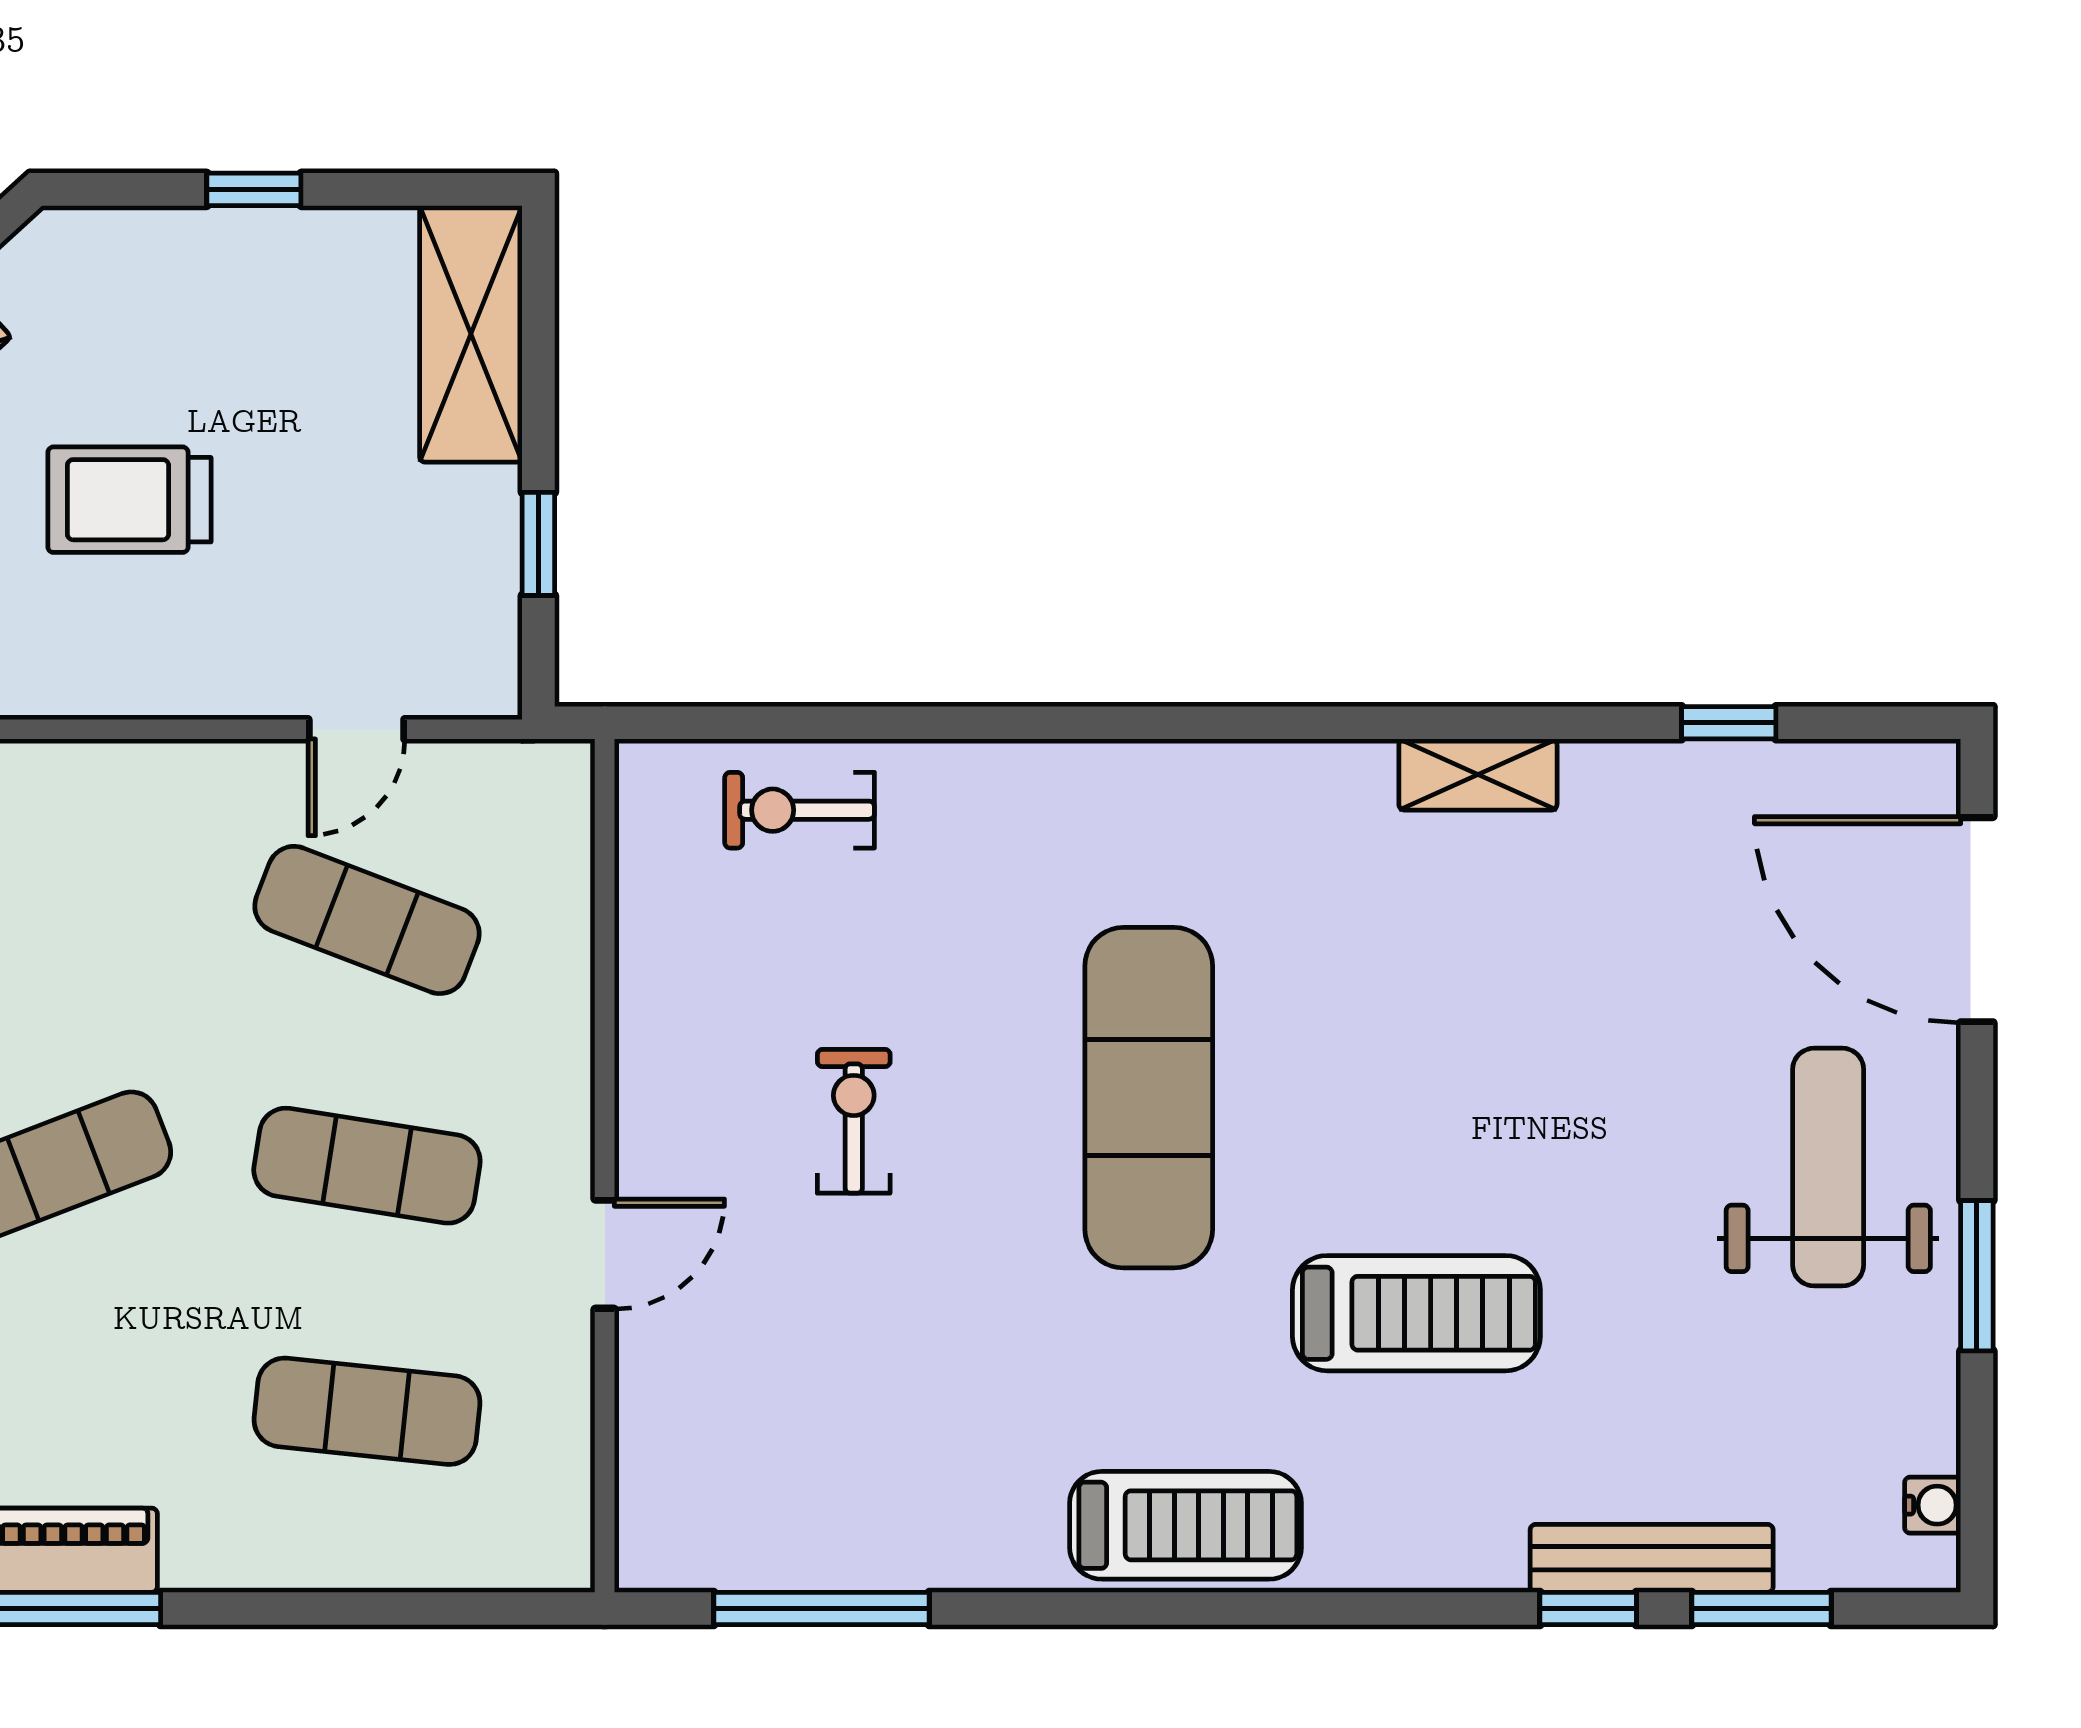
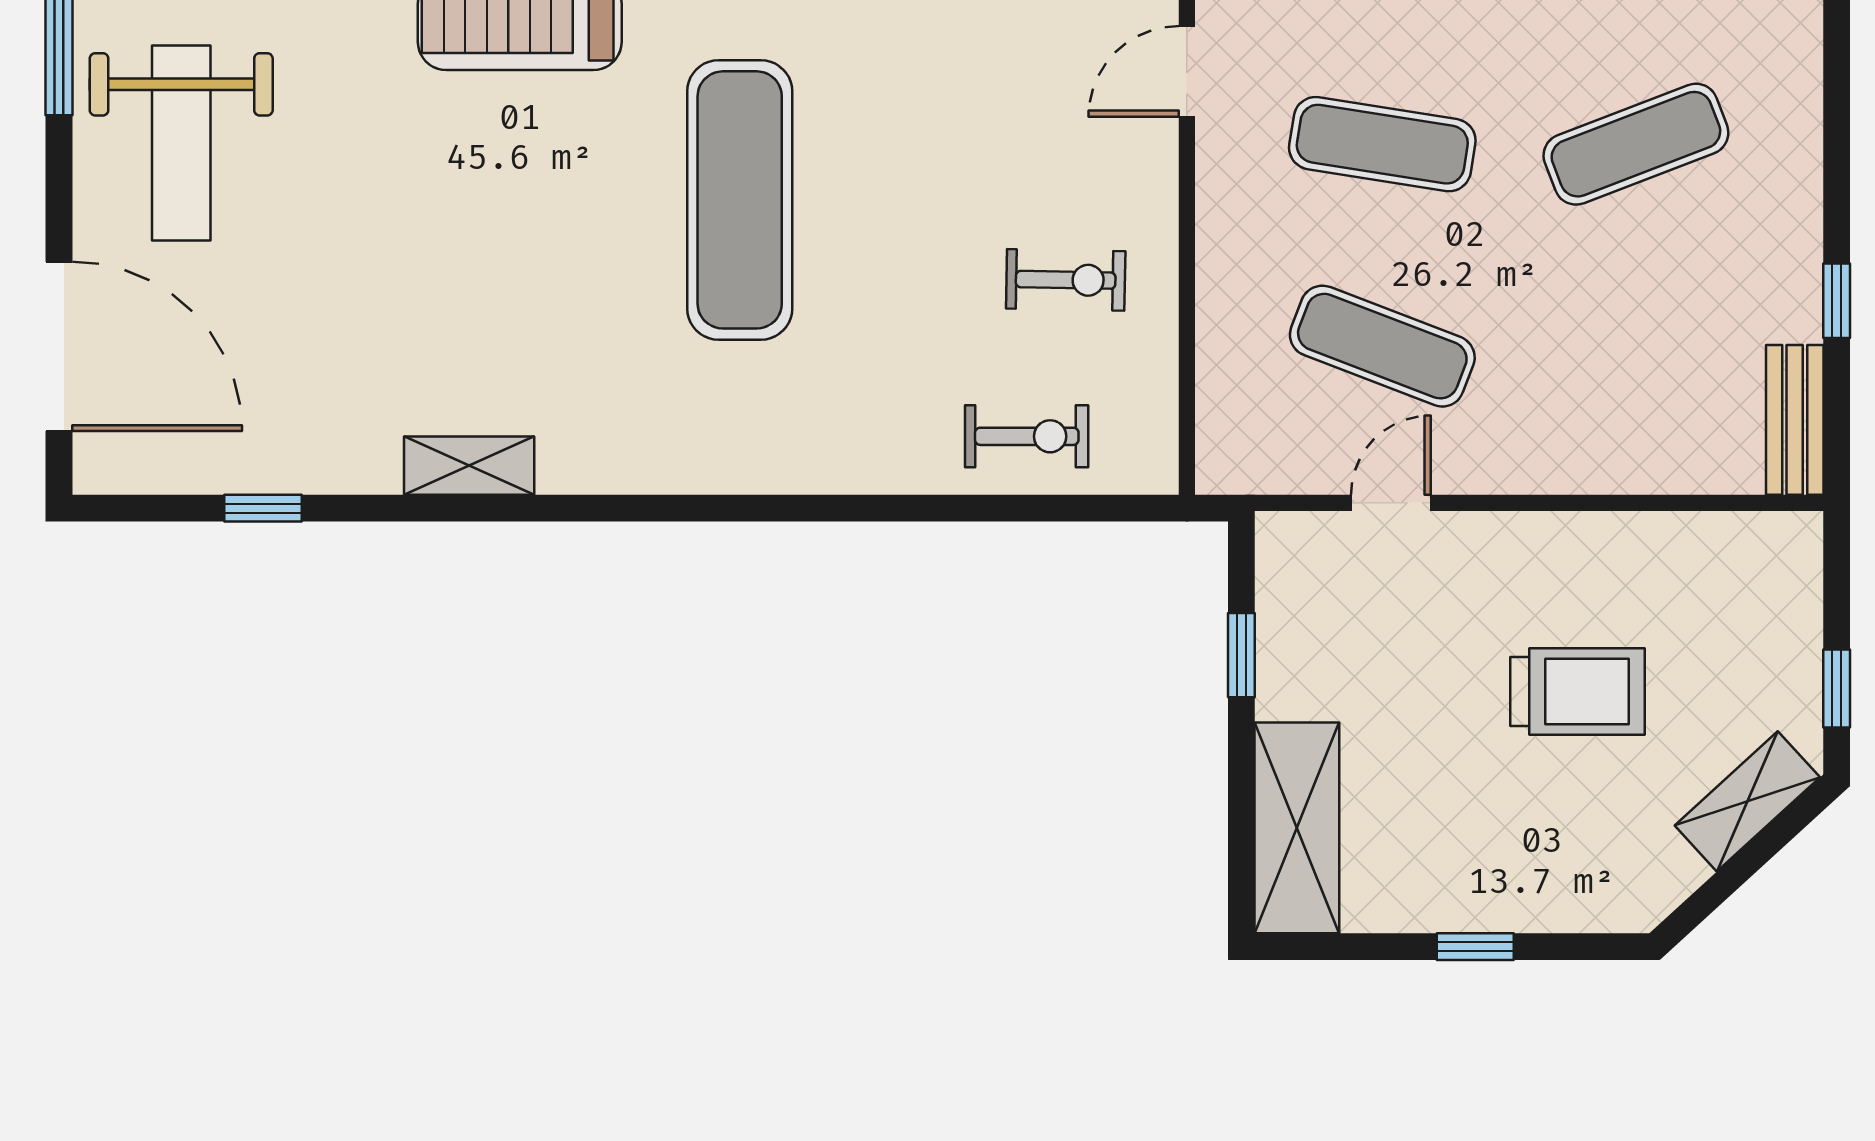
exercise bike: (854, 1121) -> (1066, 280), moved, turned -89

